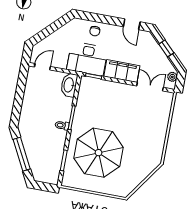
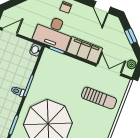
washbasin: (69, 85) -> (36, 50), width x0.52, depth x0.69
sun lounger: (145, 117) -> (99, 98), added

